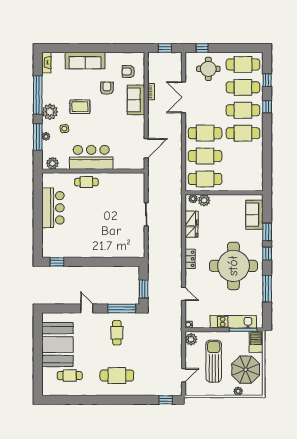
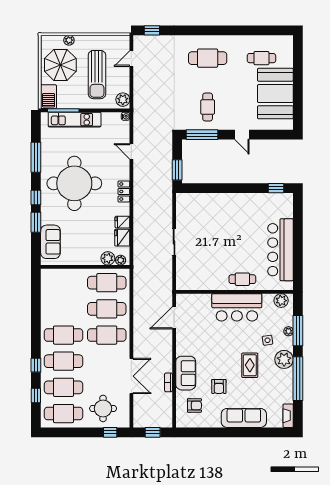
rug: (80, 107) -> (250, 365), turned 90
bar counter: (53, 208) -> (281, 250), width x1.36
window: (144, 289) -> (177, 170), moved

